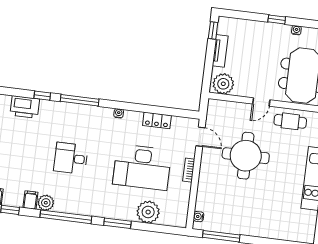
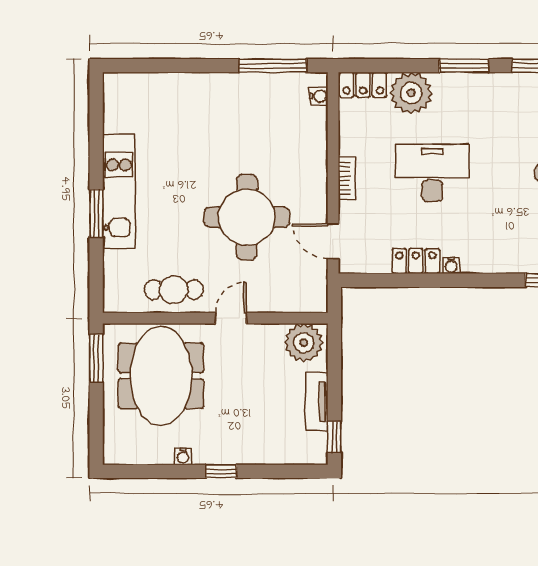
water cooler: (119, 113) -> (451, 265), moved
desk: (142, 167) -> (432, 173), width x0.73, depth x0.77
locker: (174, 220) -> (363, 85), added

